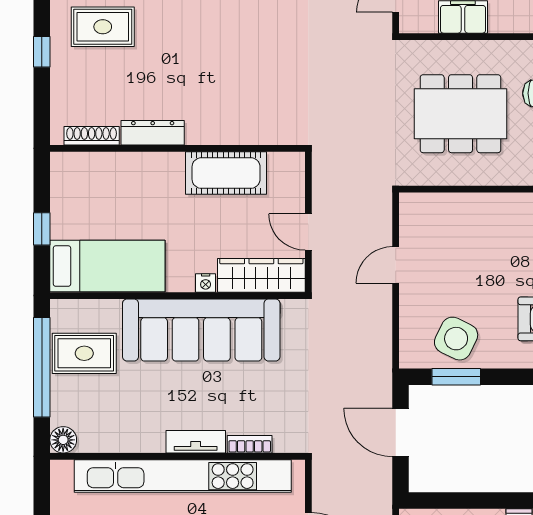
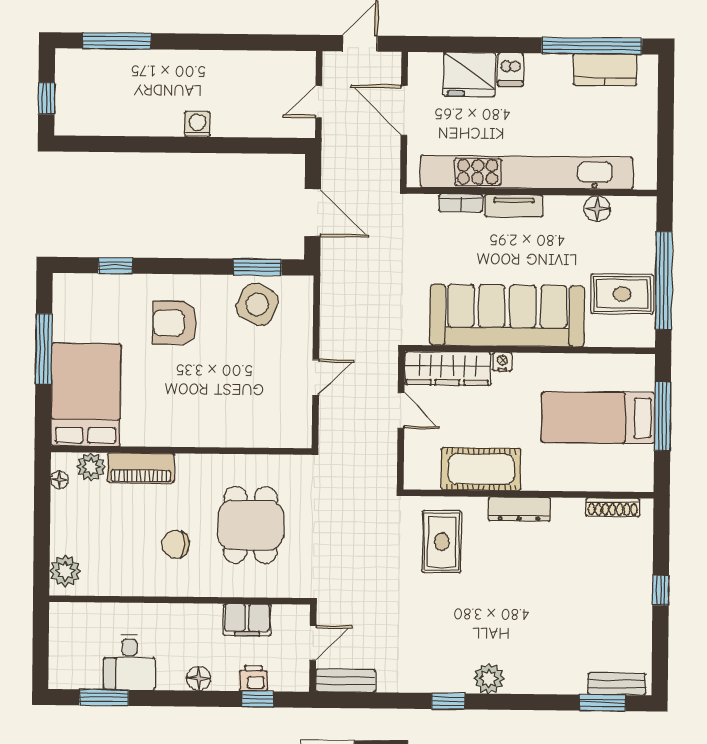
rug: (103, 27) -> (442, 542), moved, turned 90
dining table: (460, 114) -> (251, 525), width x0.73
dresser: (153, 133) -> (519, 509), moved
window: (42, 229) -> (662, 416), width x2.17
bed: (107, 266) -> (598, 418), moved
floor lamp: (63, 440) -> (597, 209), moved

